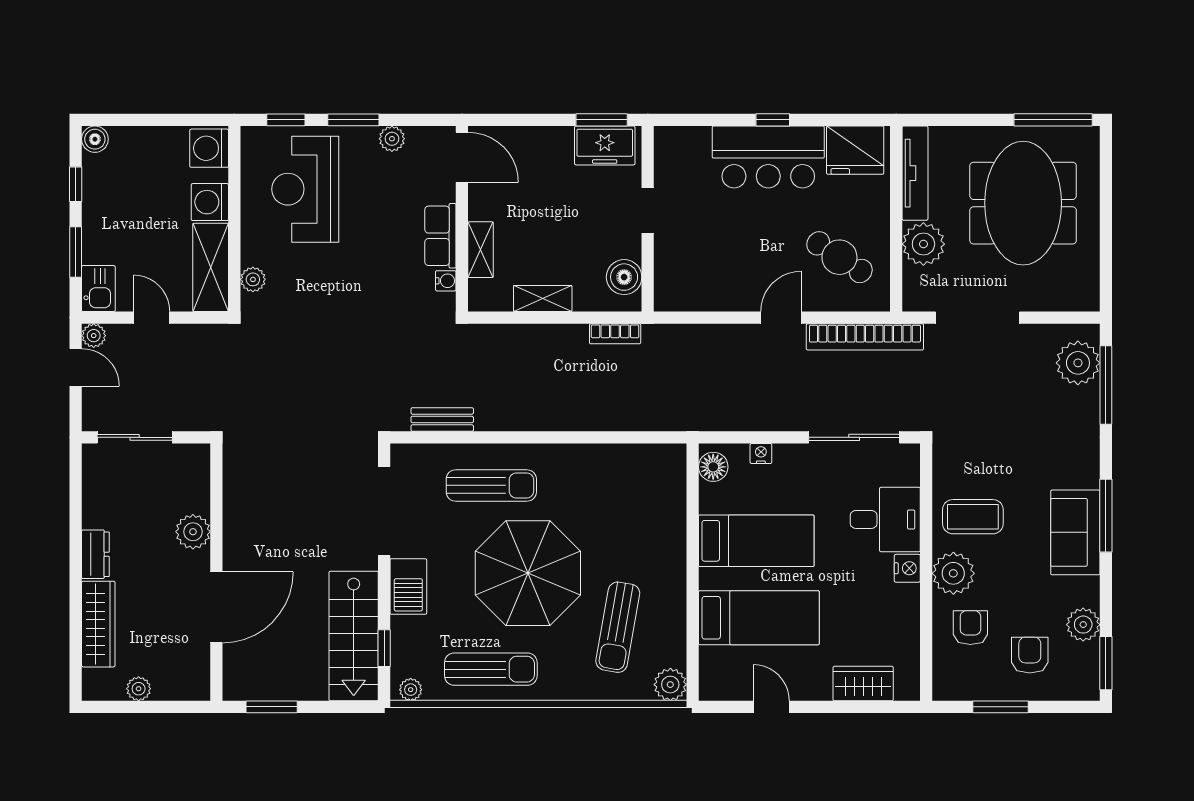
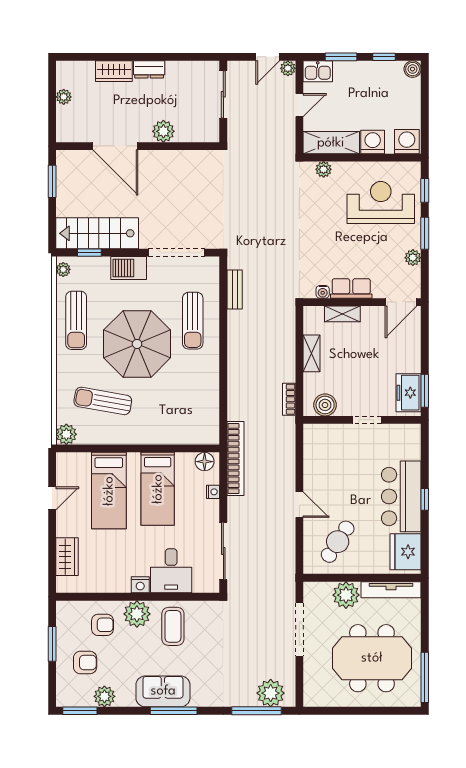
bookcase: (865, 337) -> (235, 459), moved, turned 180
wardrobe: (98, 624) -> (114, 71), width x0.67

